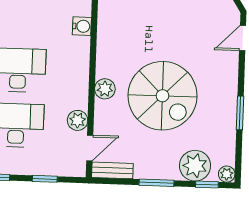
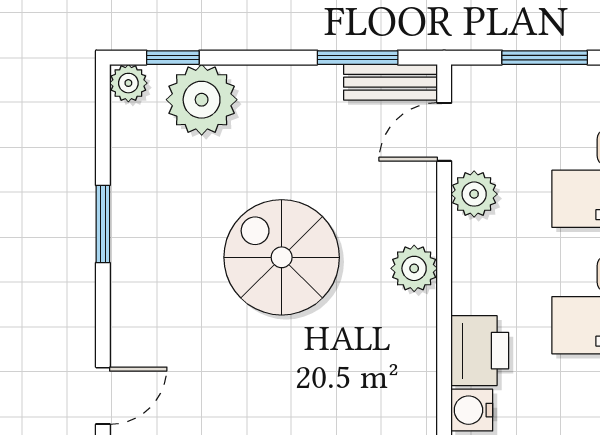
printer: (77, 52) -> (480, 351), added
spiral stairs: (162, 96) -> (282, 257), width x0.73, depth x0.73
window: (45, 179) -> (545, 58), width x1.50
window: (156, 183) -> (358, 58), moved

